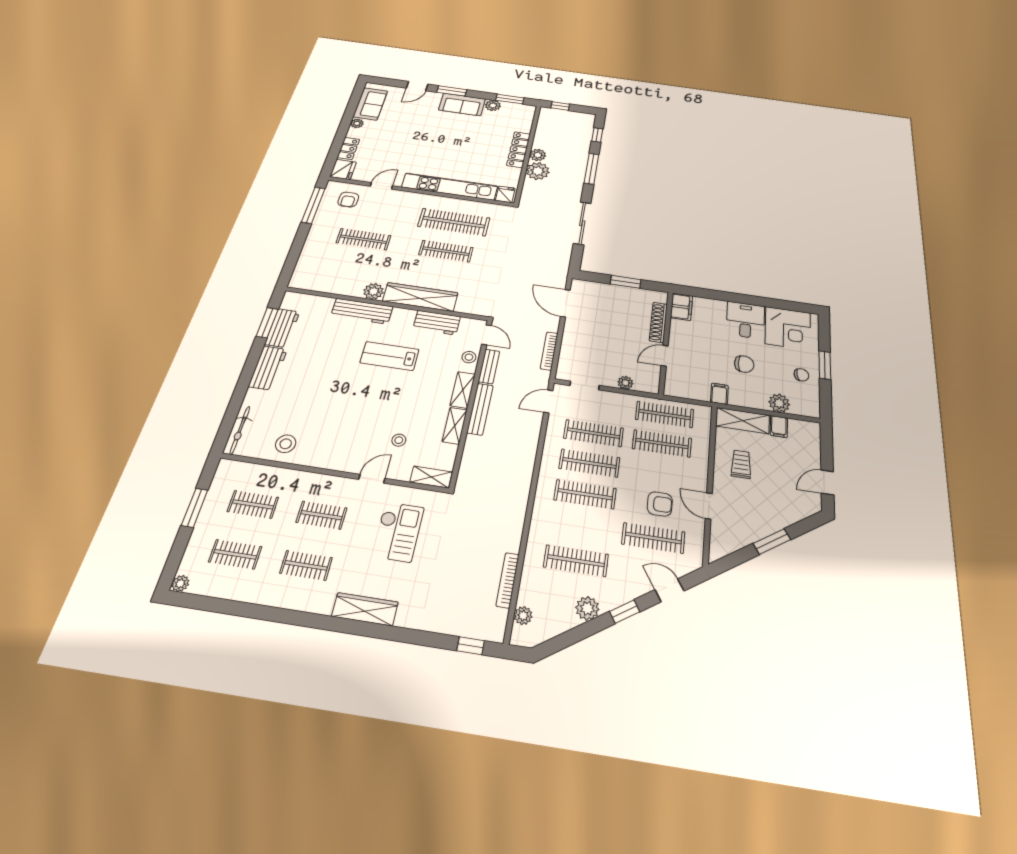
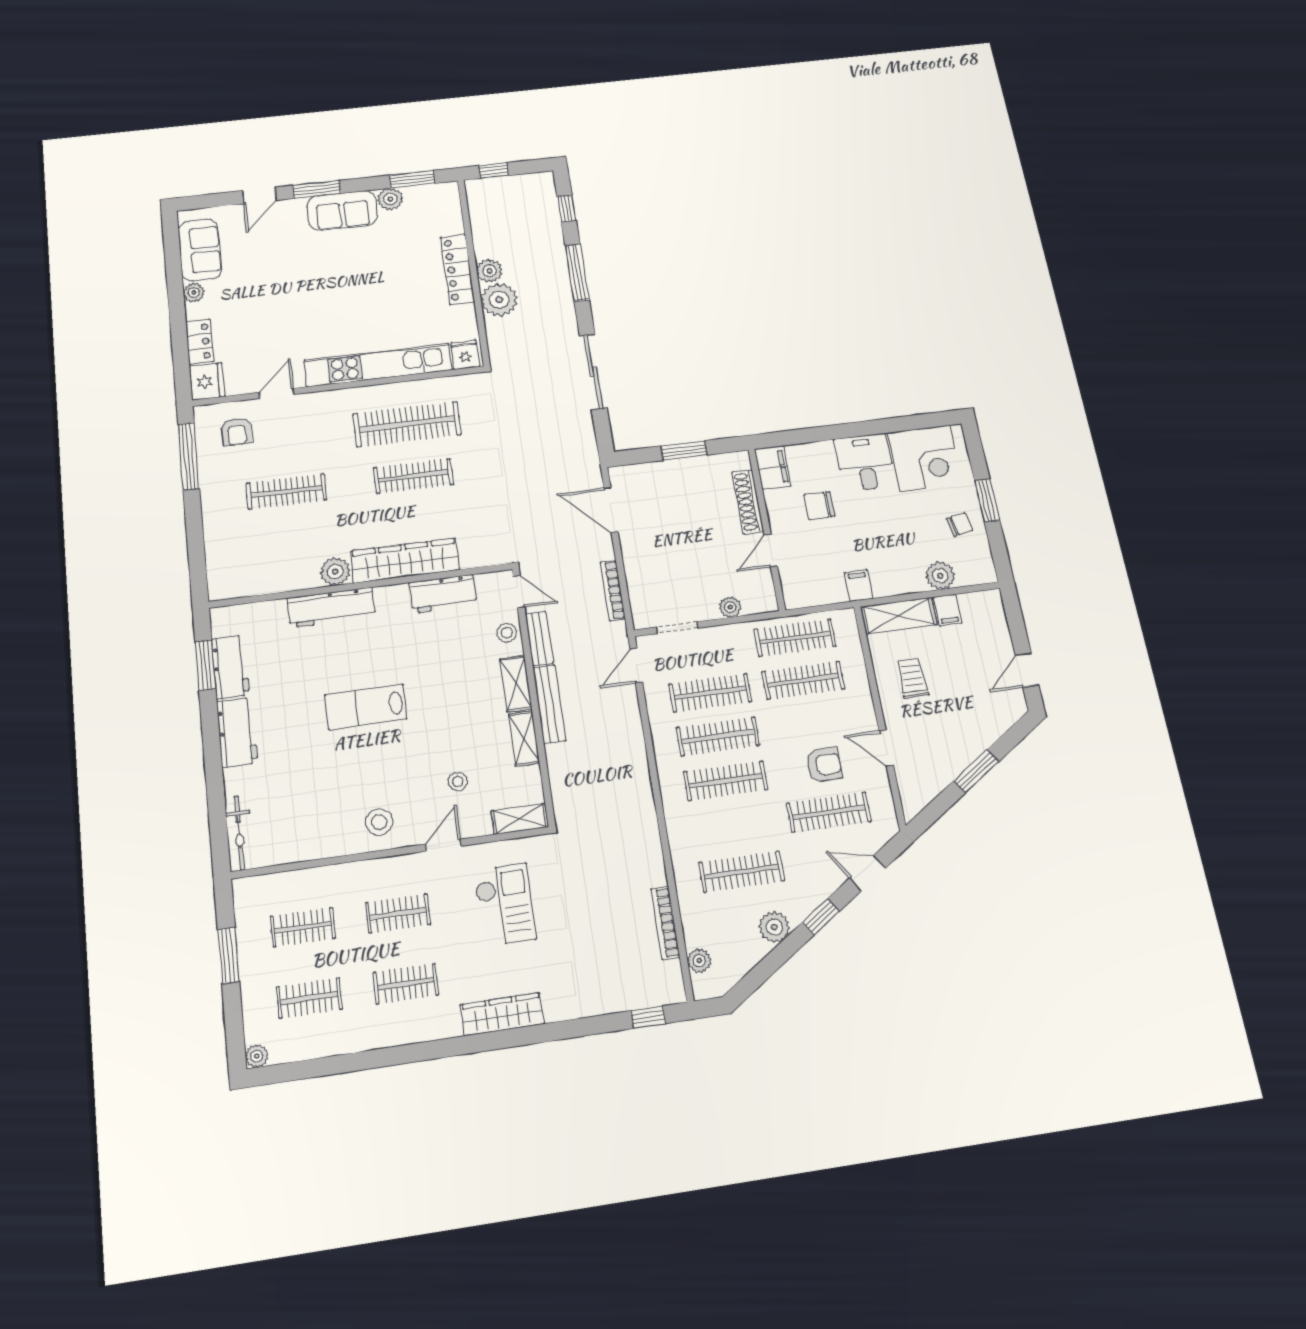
lab bench: (390, 356) -> (366, 707), moved
chair: (744, 364) -> (819, 506), moved, turned 180
stool: (286, 444) -> (379, 822), moved

